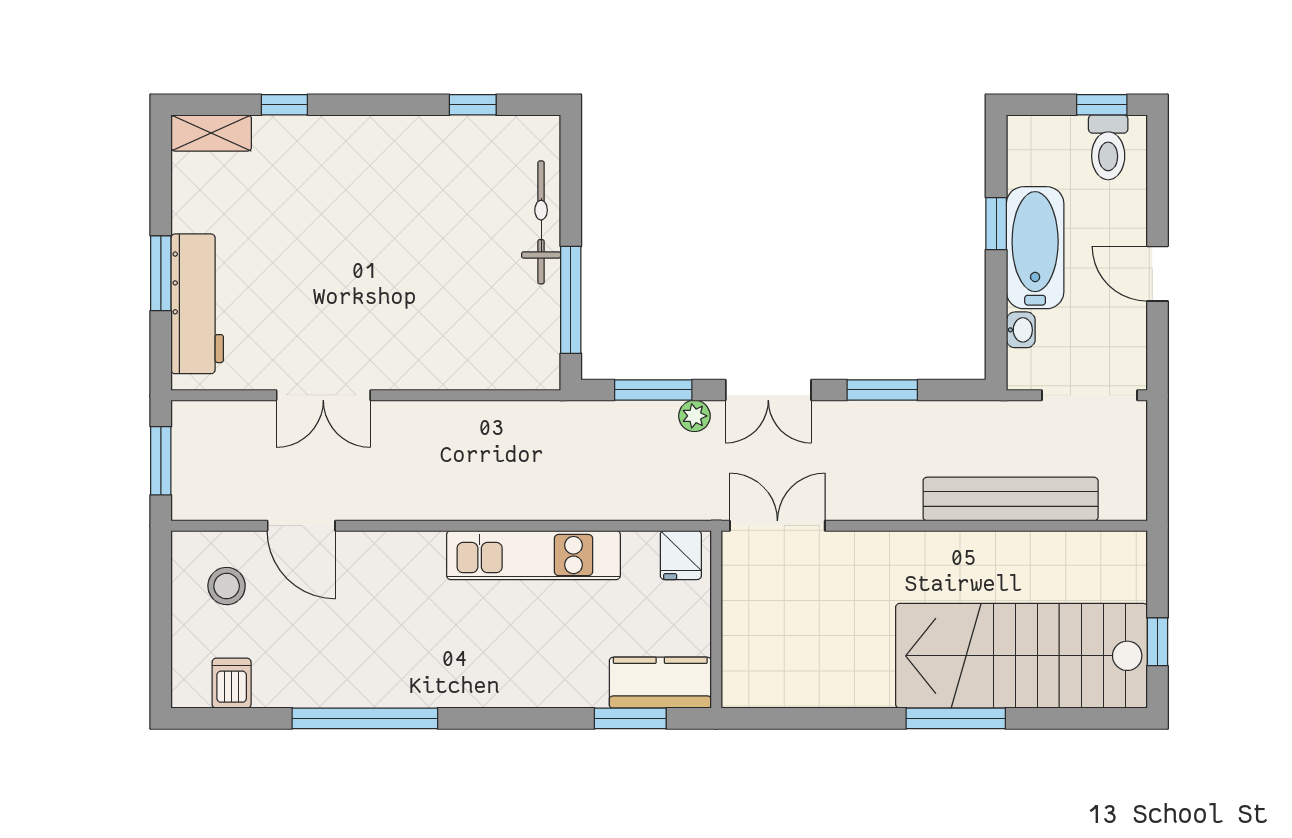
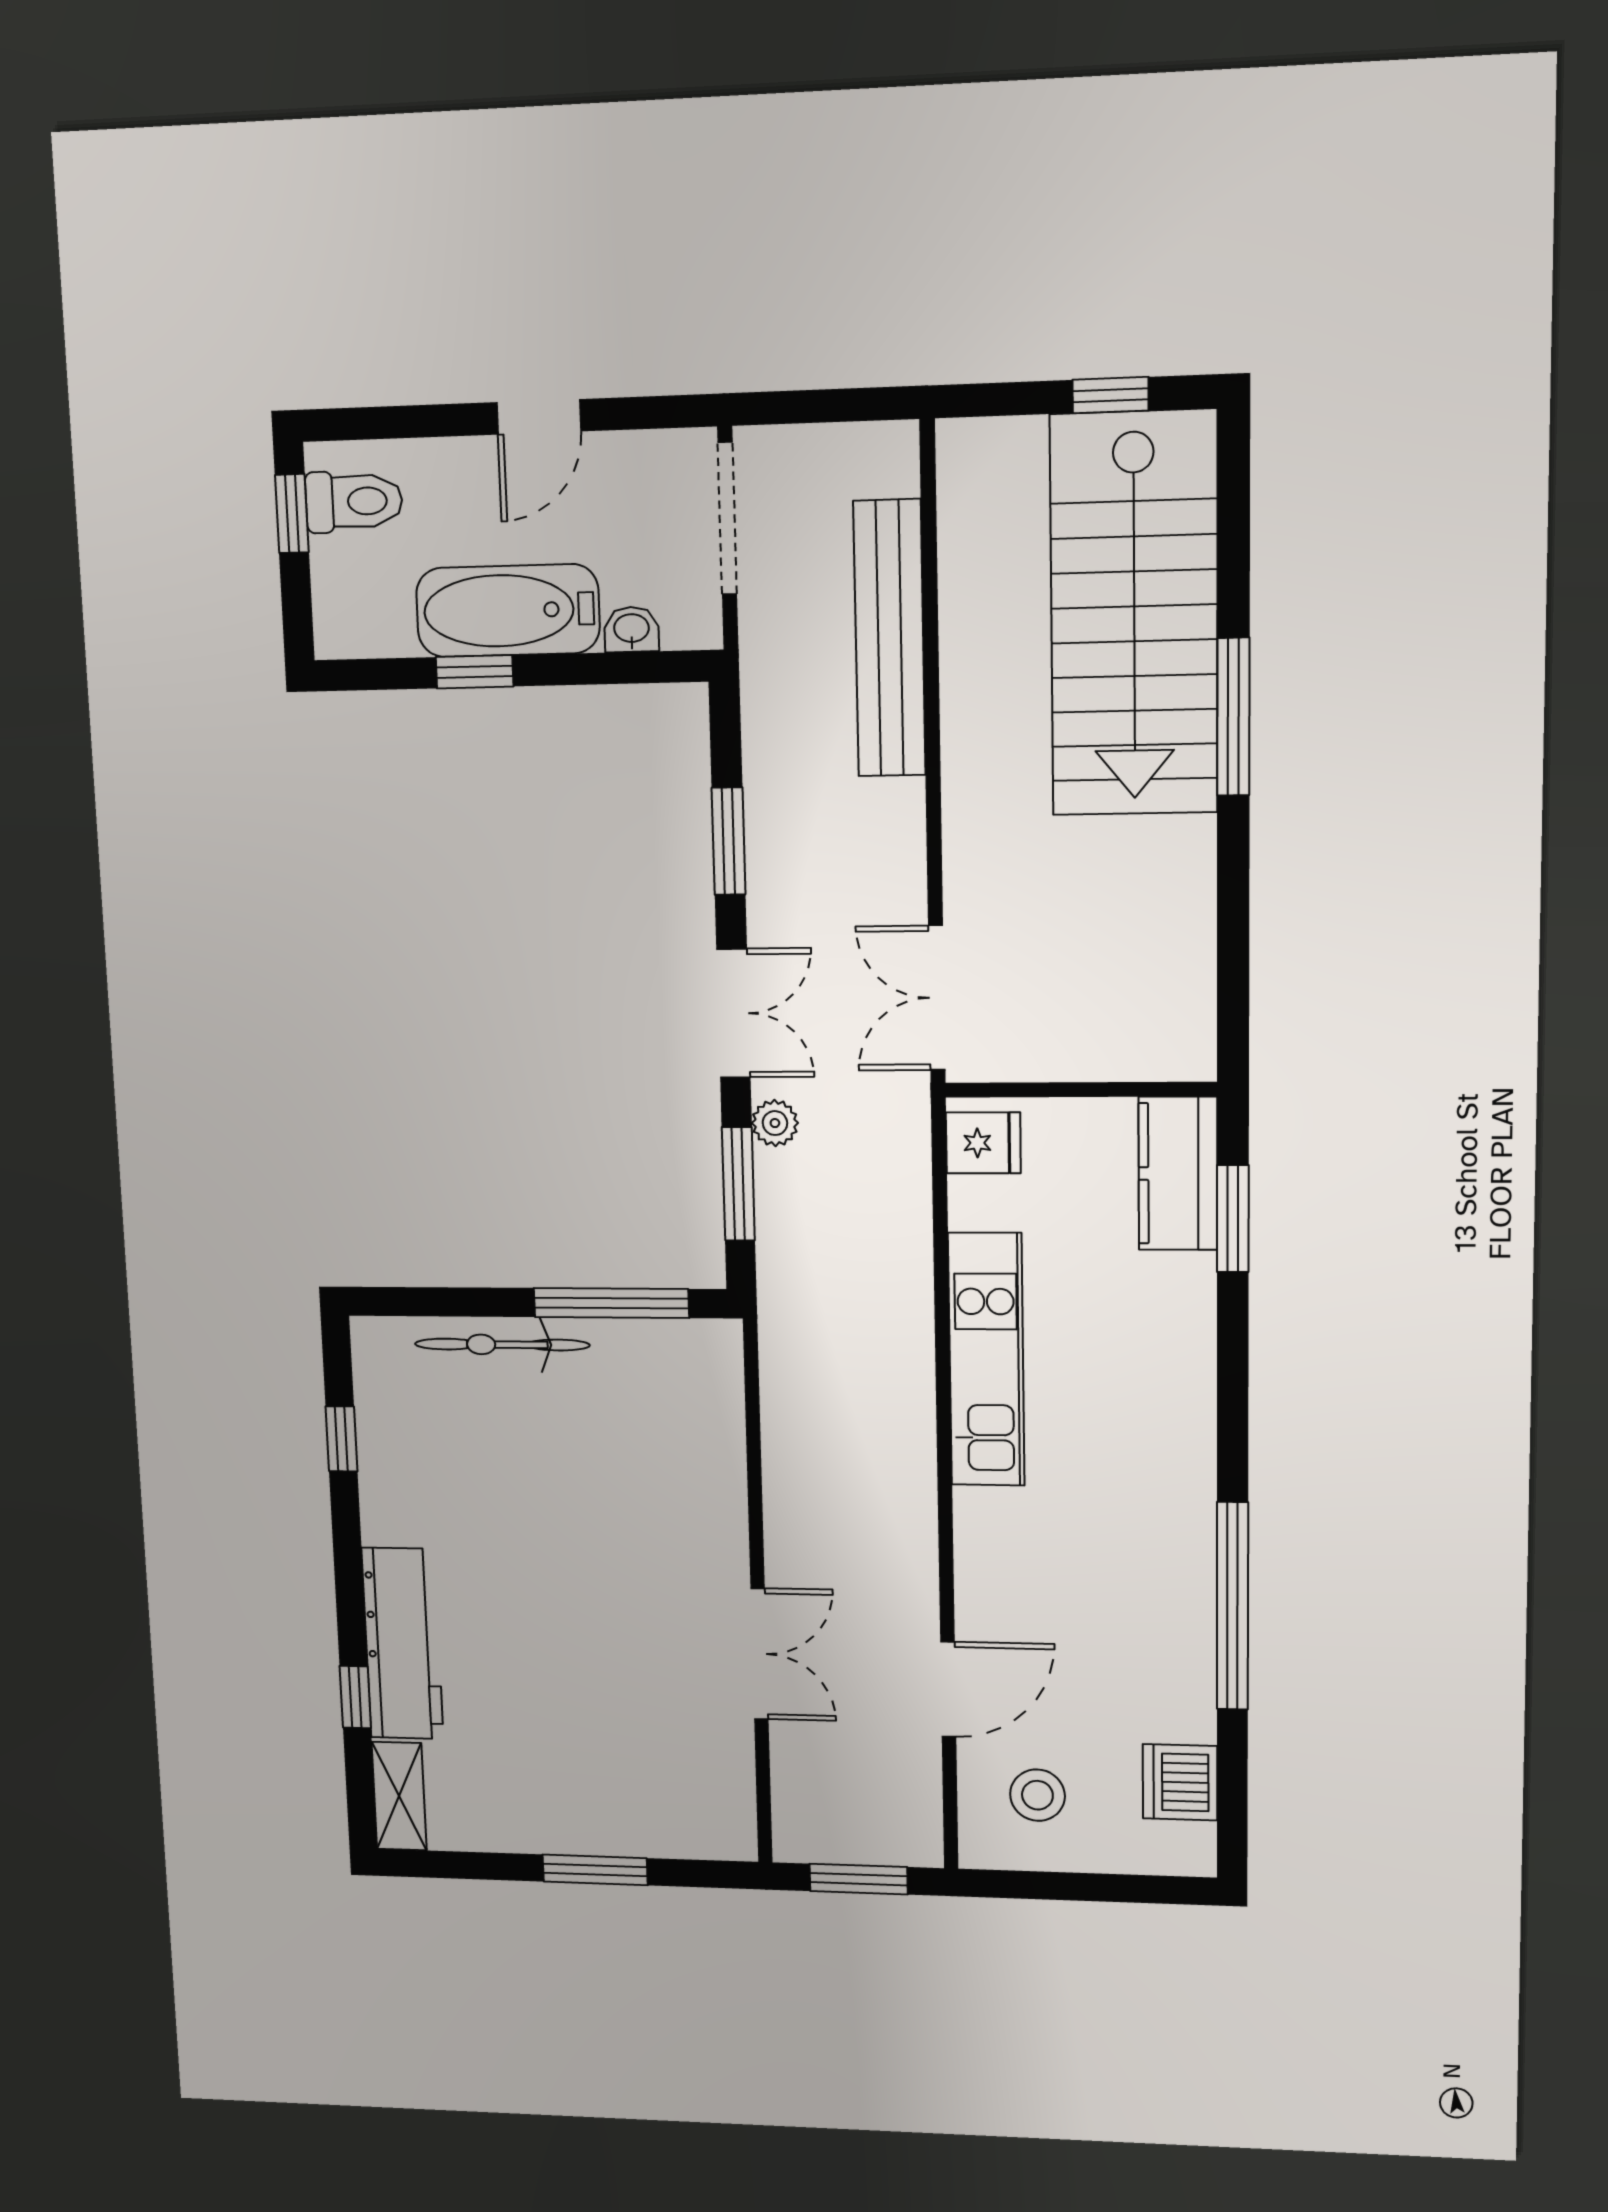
workbench: (197, 304) -> (402, 1644), moved, turned 90
dishwasher: (232, 683) -> (1180, 1782), width x1.38

